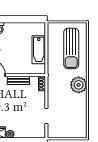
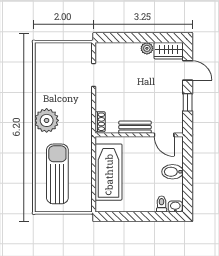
bathtub: (39, 50) -> (109, 172), width x1.36, depth x1.36

